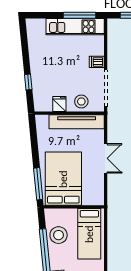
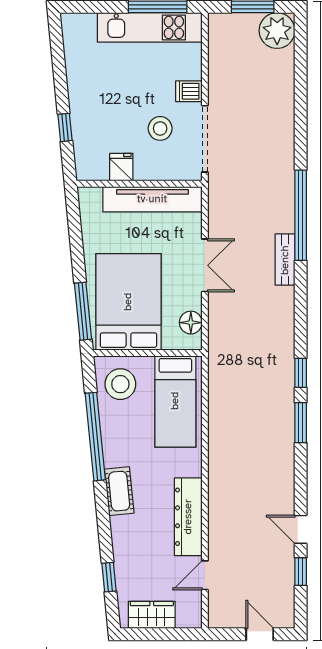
stool: (81, 101) -> (160, 128), moved
floor lamp: (98, 190) -> (191, 323), added
stool: (59, 235) -> (120, 384), moved

